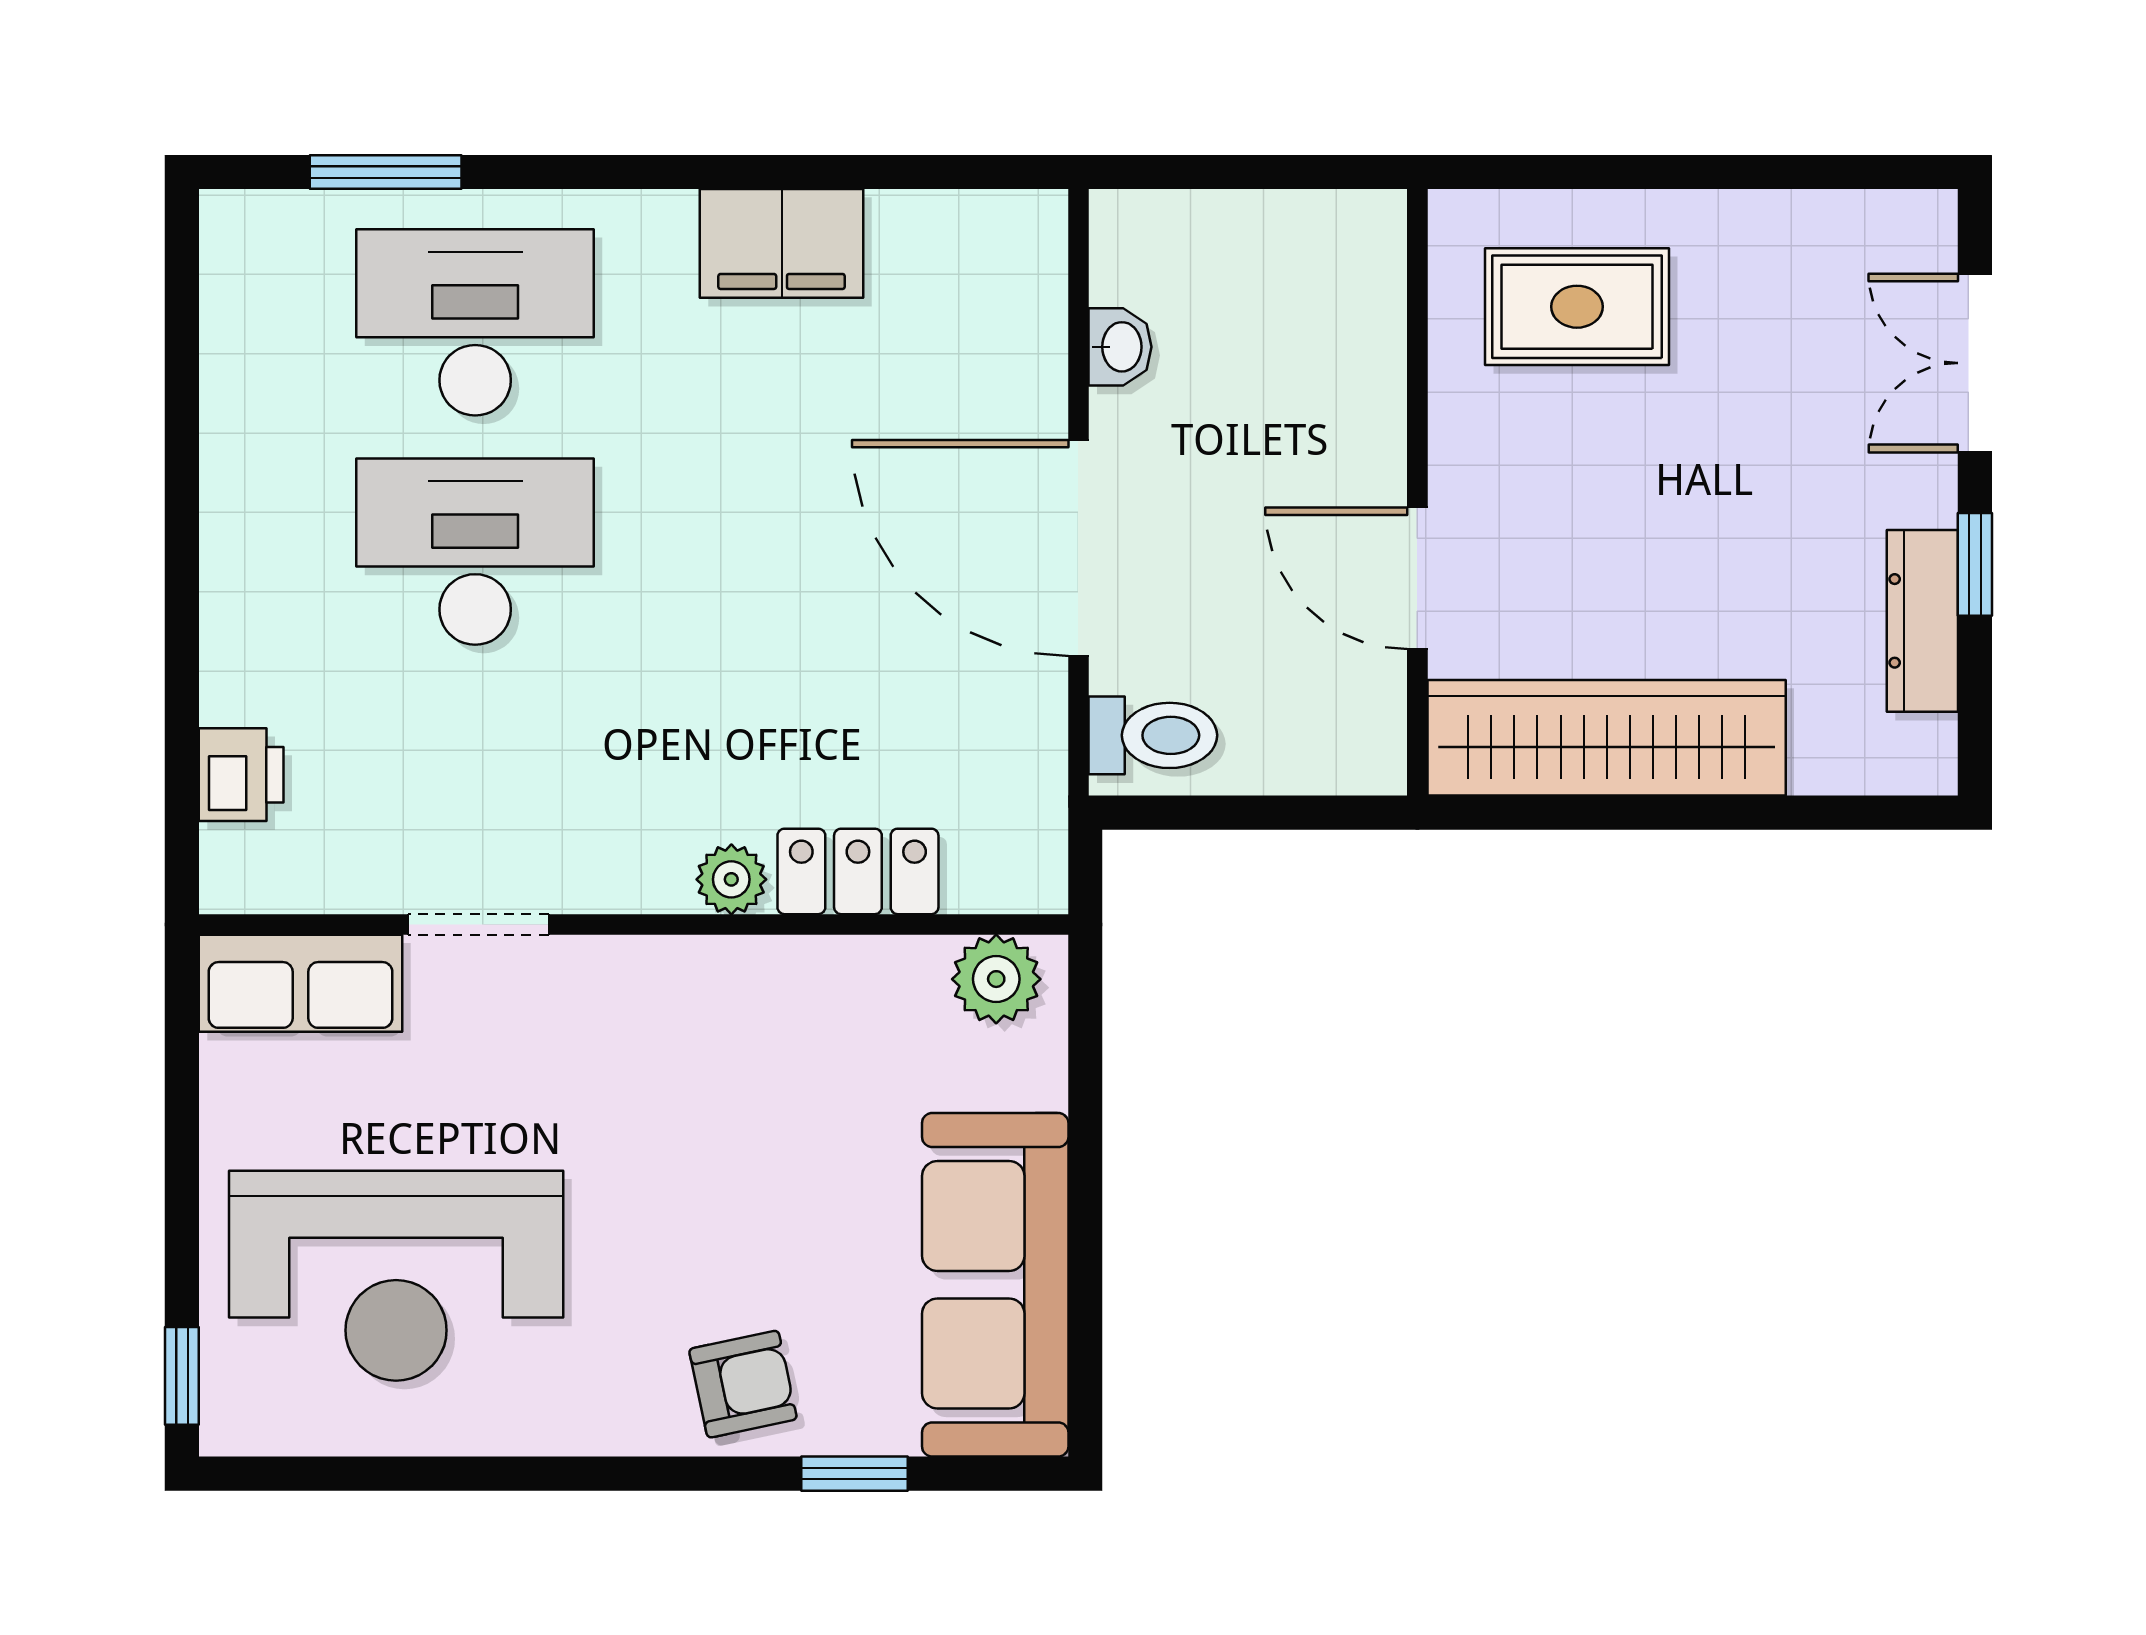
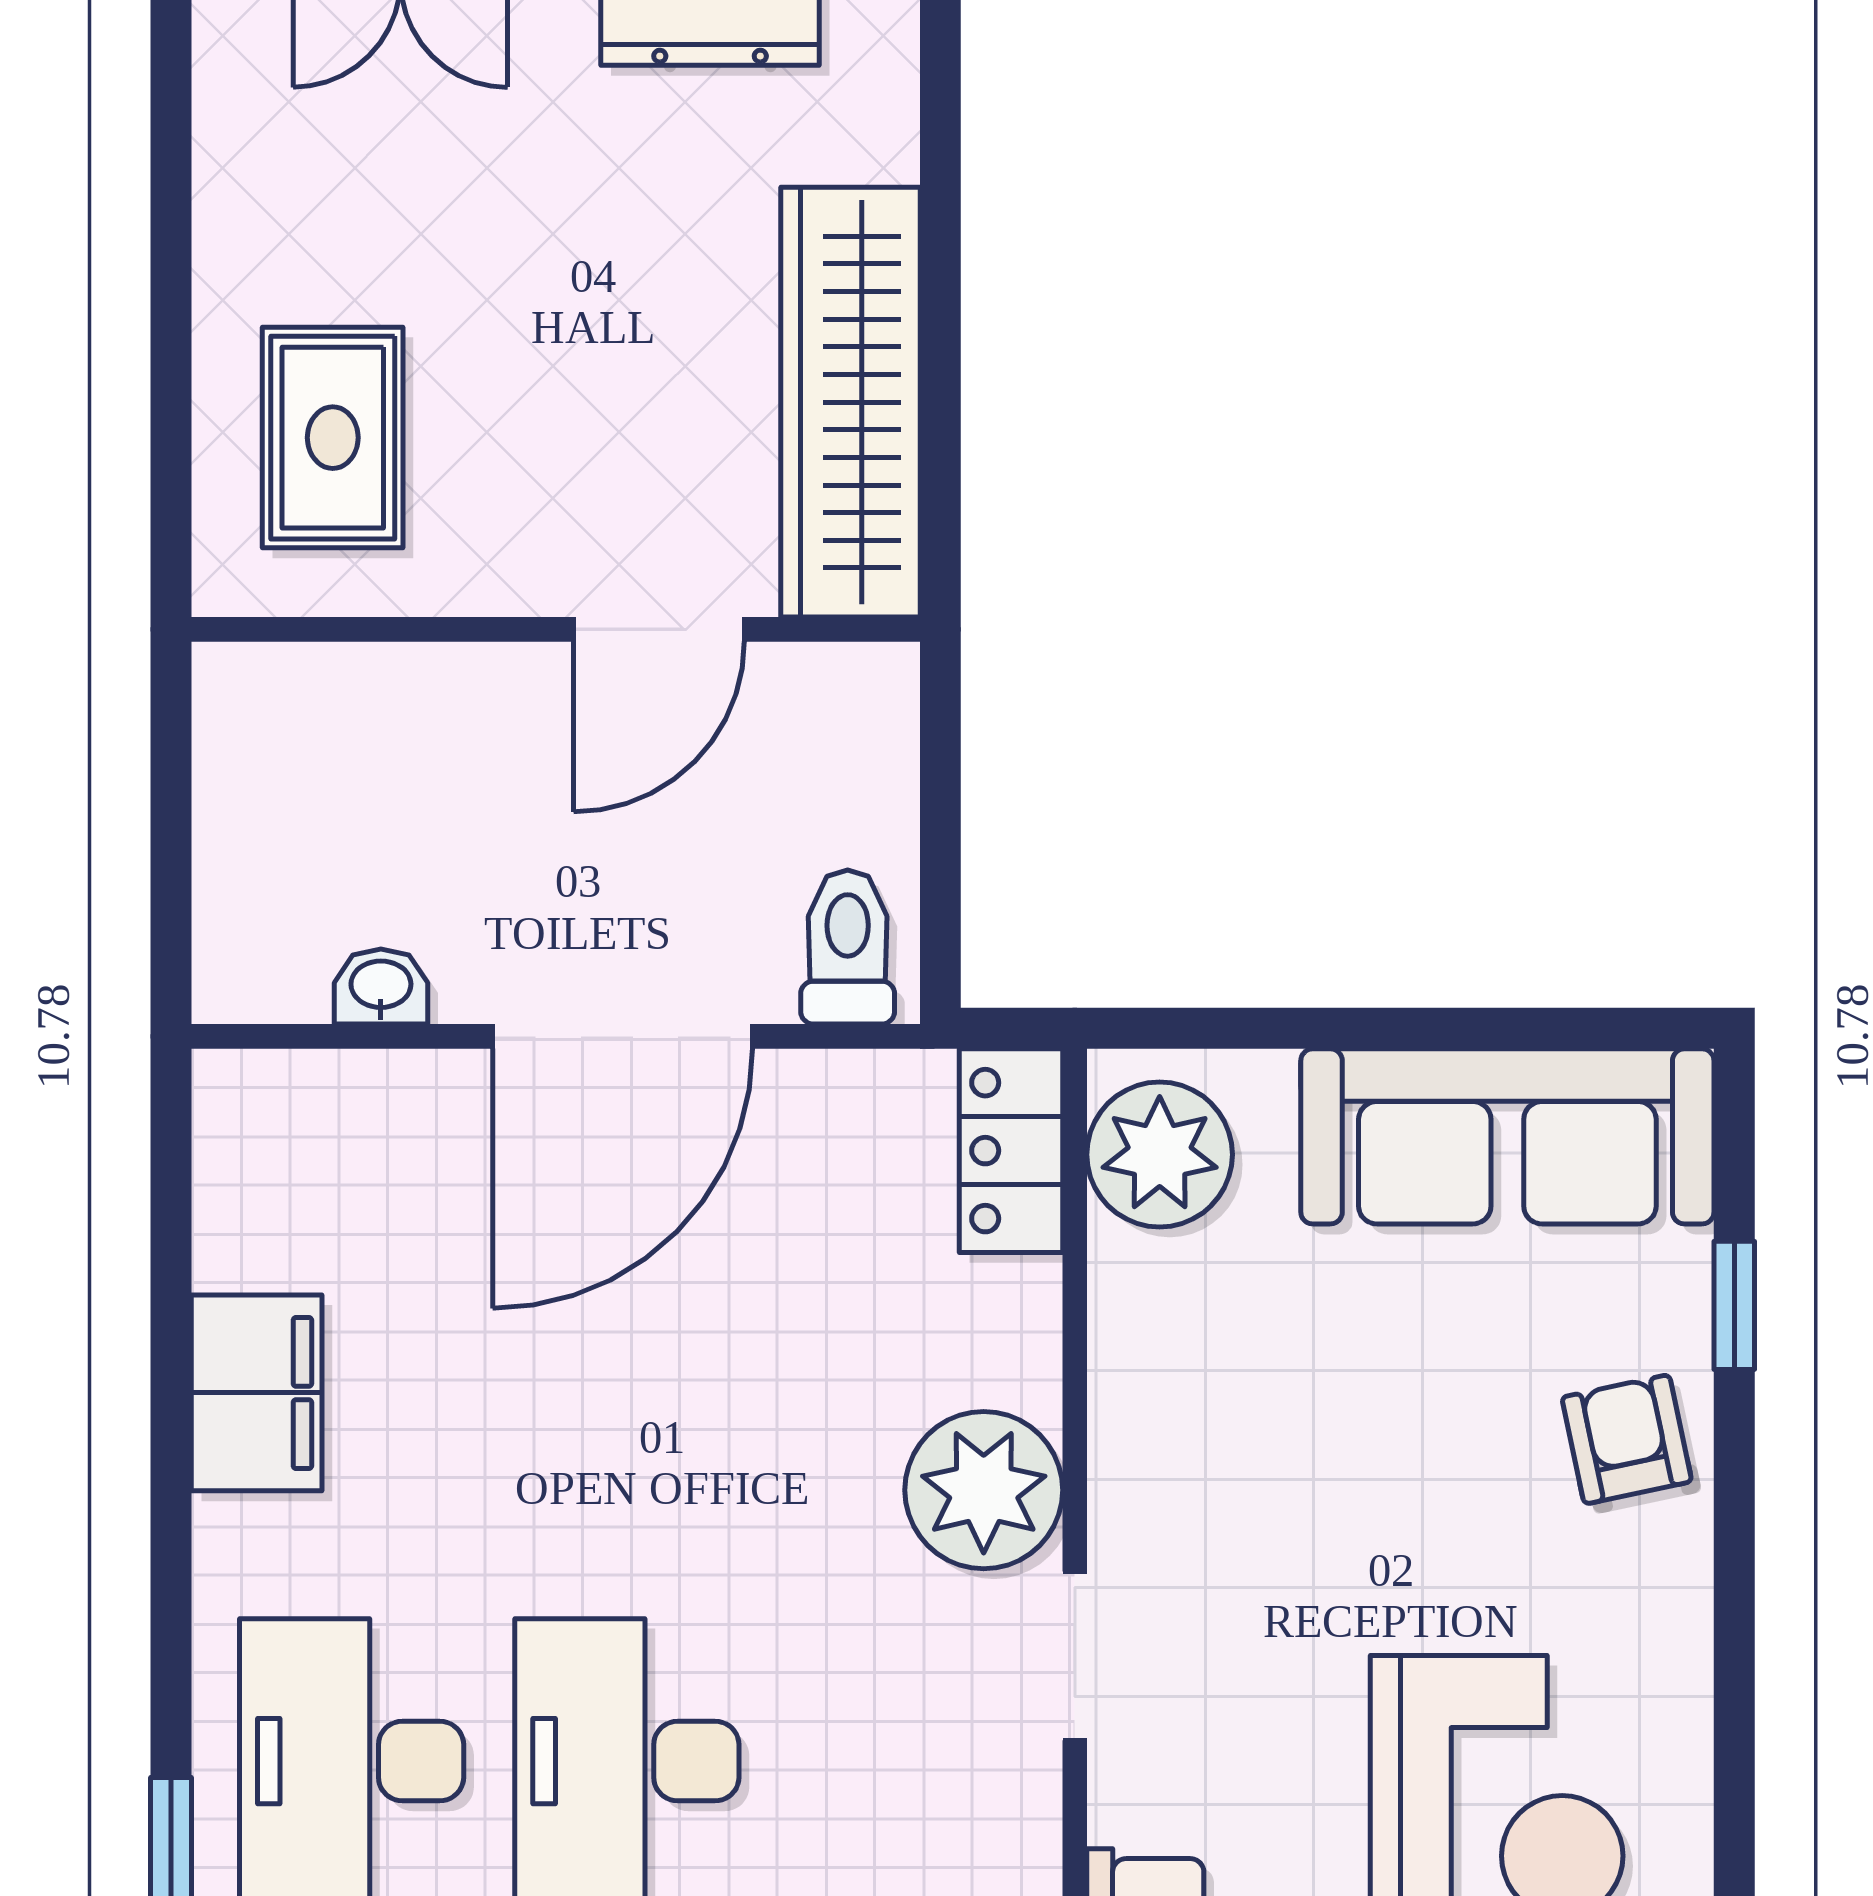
locker: (858, 871) -> (1011, 1151), moved
plant: (731, 879) -> (984, 1490), width x1.87, depth x1.87
doorway: (478, 925) -> (1075, 1656), moved
plant: (996, 979) -> (1160, 1155), width x1.36, depth x1.36

